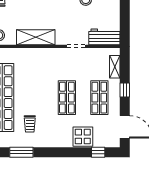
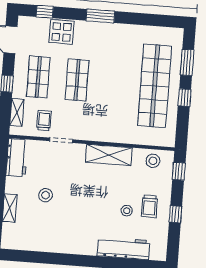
workbench: (104, 37) -> (17, 158), moved, turned -90
trolley: (30, 124) -> (44, 120), moved
window: (21, 152) -> (100, 16), moved

